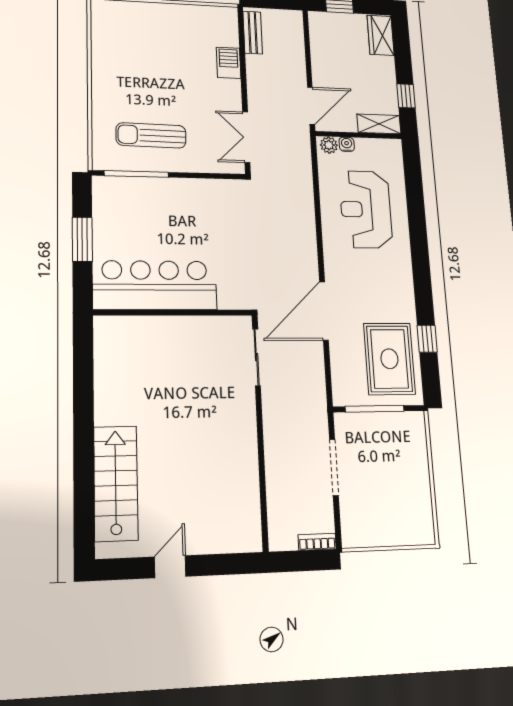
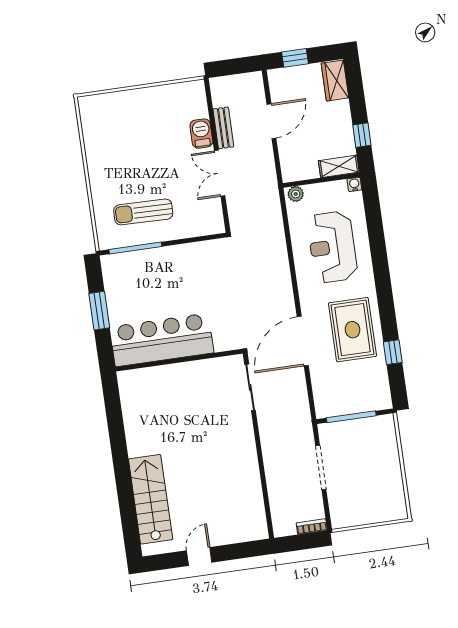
bench: (253, 33) -> (223, 128), moved
door: (311, 106) -> (271, 121), moved
double door: (246, 137) -> (220, 173), moved
water cooler: (347, 144) -> (354, 184), moved
rug: (389, 359) -> (352, 330), moved

